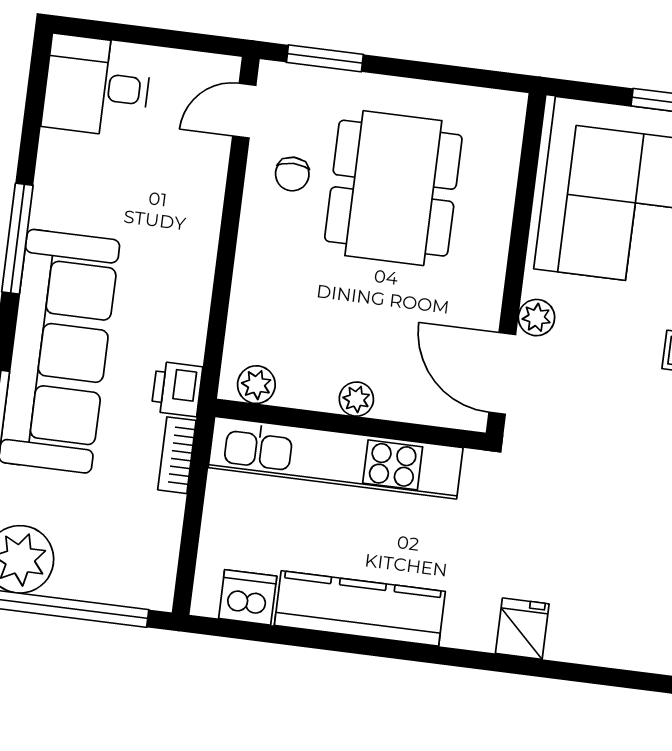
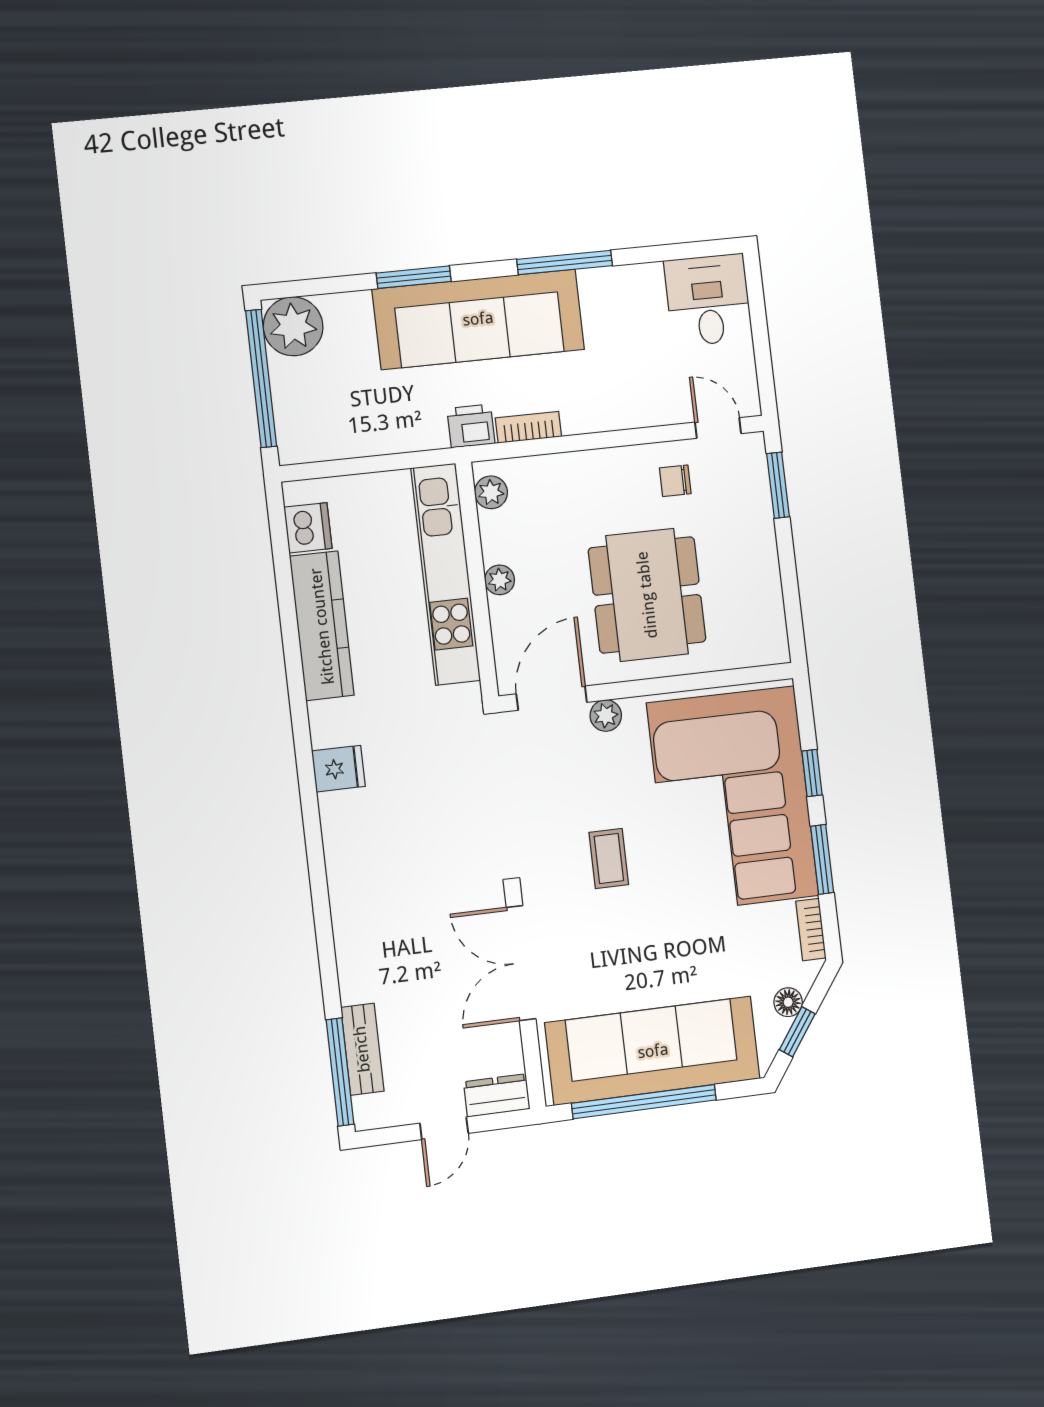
dining table: (393, 188) -> (647, 595), moved, turned 90
bookcase: (177, 455) -> (528, 427), moved

